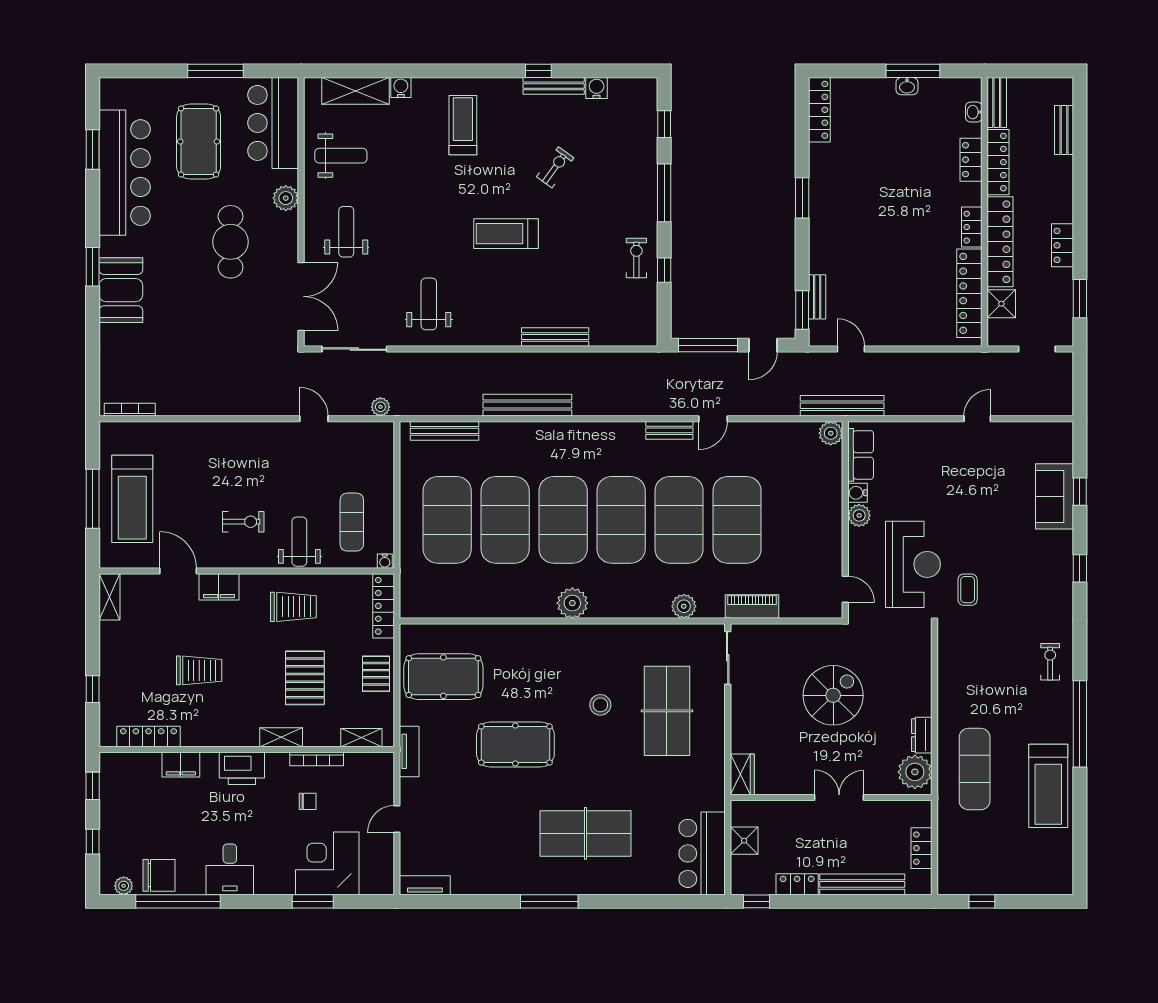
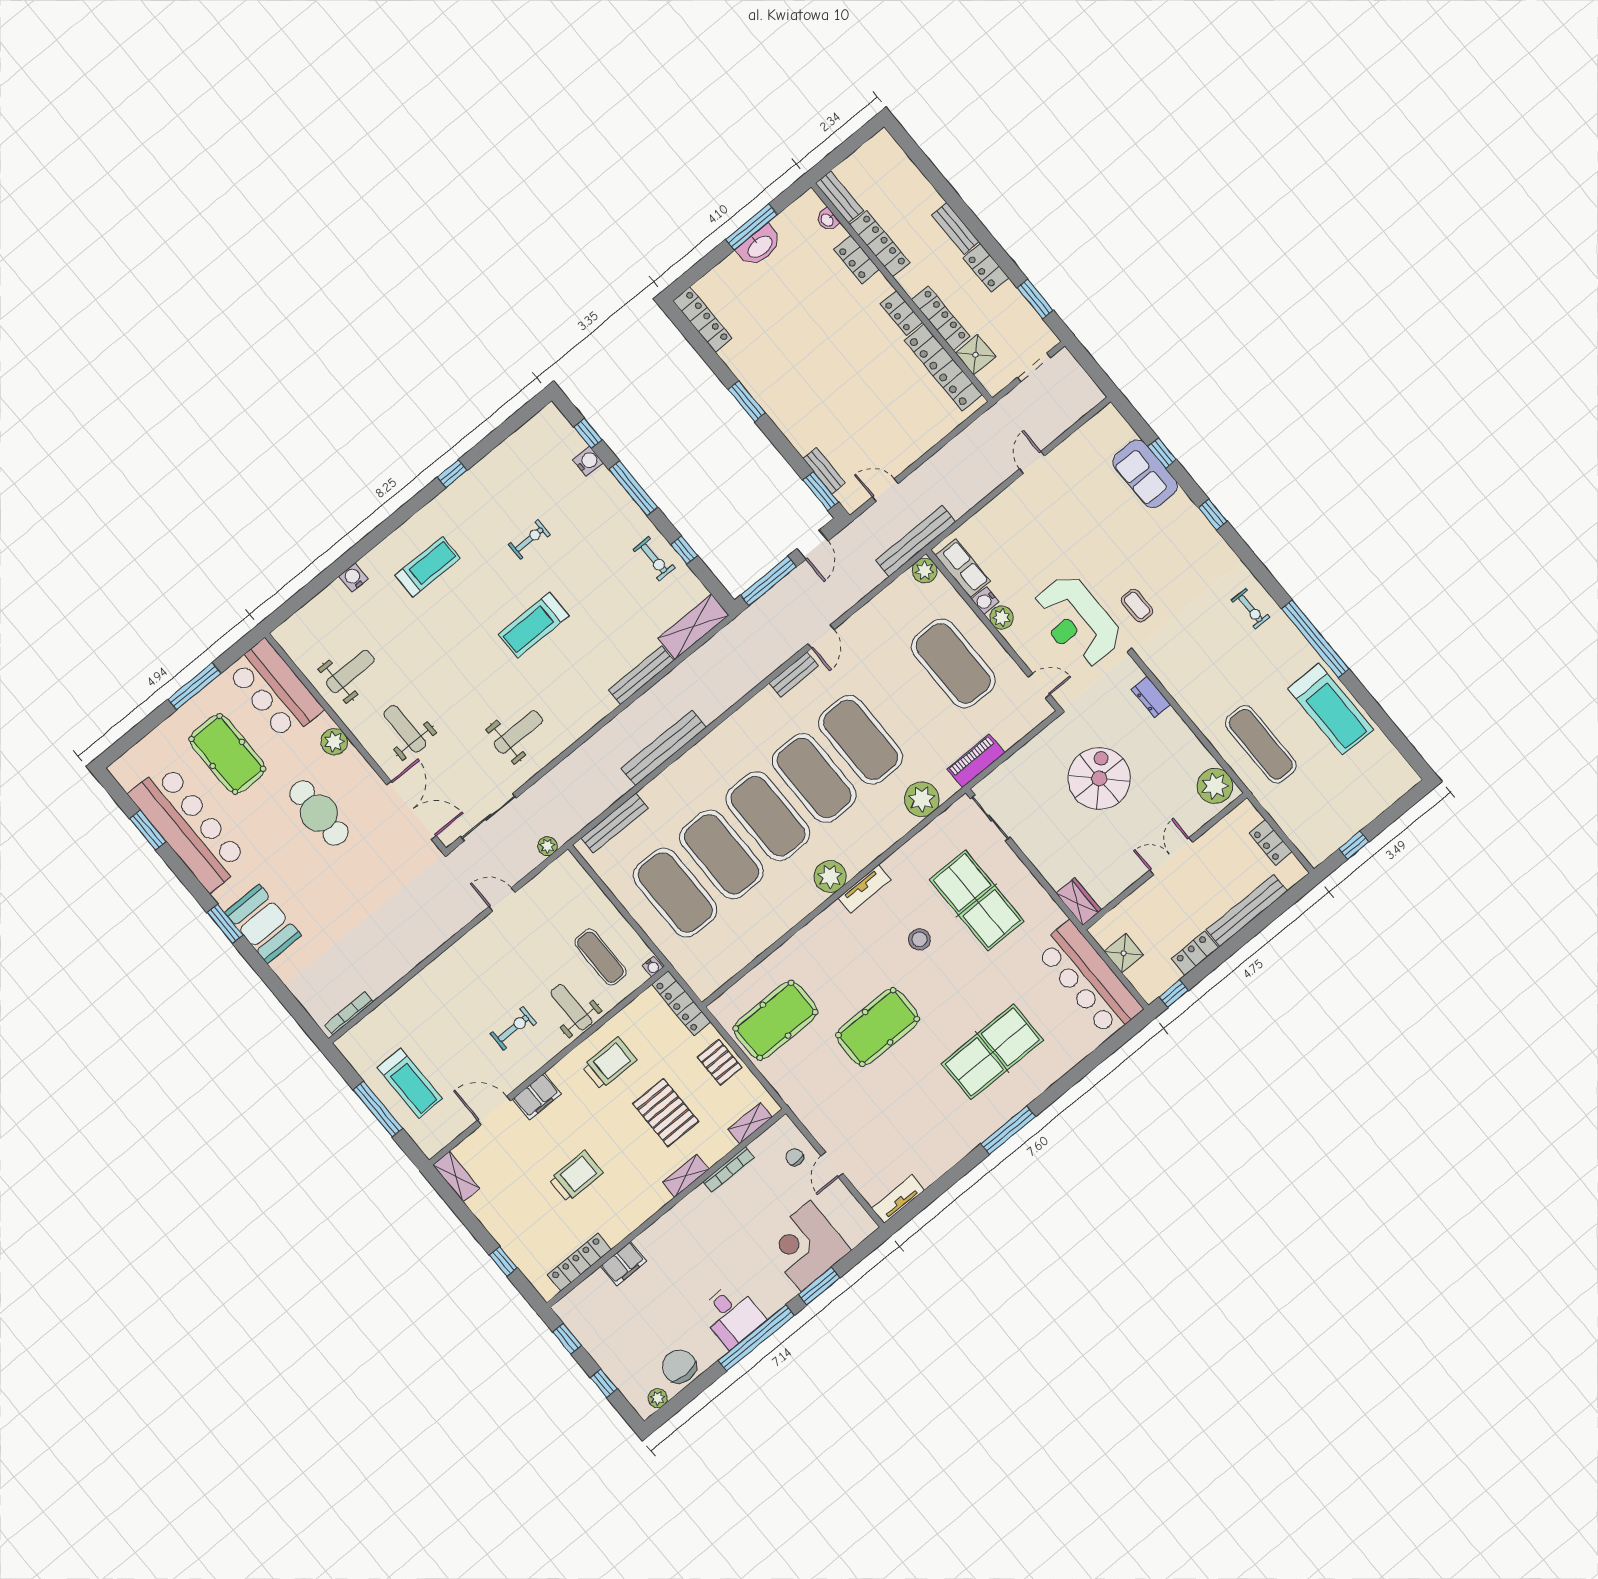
bench: (554, 86) -> (474, 476), removed
washbasin: (907, 86) -> (759, 246), width x1.91, depth x1.45
water cooler: (597, 88) -> (588, 461), moved, turned 90
shelving: (355, 91) -> (693, 627), moved
treadmill: (463, 125) -> (428, 567), turned 90
bench: (1064, 130) -> (956, 228), moved
exercise bike: (555, 167) -> (529, 540), turned 54
locker: (1000, 242) -> (941, 318), width x0.71, depth x0.83
exercise bike: (636, 258) -> (654, 559), turned 180
weight bench: (429, 304) -> (518, 732), turned 90
treadmill: (132, 499) -> (410, 1083), width x0.73, depth x0.73
exercise mat: (737, 520) -> (953, 663), moved
reception desk: (913, 564) -> (1077, 621), turned 180
plant: (684, 606) -> (922, 799), width x1.36, depth x1.36
exercise bike: (1050, 662) -> (1250, 609), turned 180
dresser: (922, 735) -> (1151, 697), moved
tv unit: (409, 751) -> (864, 889), moved, turned 90
printer: (242, 768) -> (675, 1226), removed
chair: (308, 801) -> (795, 1157), moved, turned -90
bar counter: (702, 853) -> (1089, 979), width x1.36
chair: (159, 875) -> (679, 1366), turned -90
window: (178, 901) -> (756, 1338), moved

